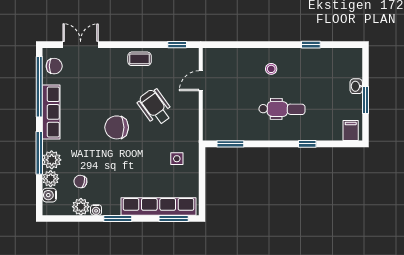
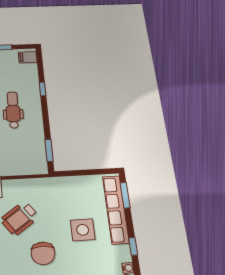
side table: (177, 159) -> (83, 230), moved, width x1.87, depth x1.87
window: (118, 218) -> (133, 246), width x0.67

